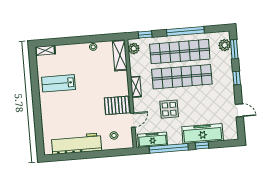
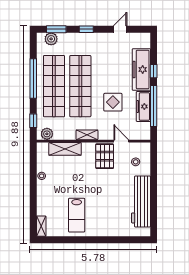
shelving: (120, 55) -> (65, 149), moved
freezer: (153, 140) -> (143, 106), moved

